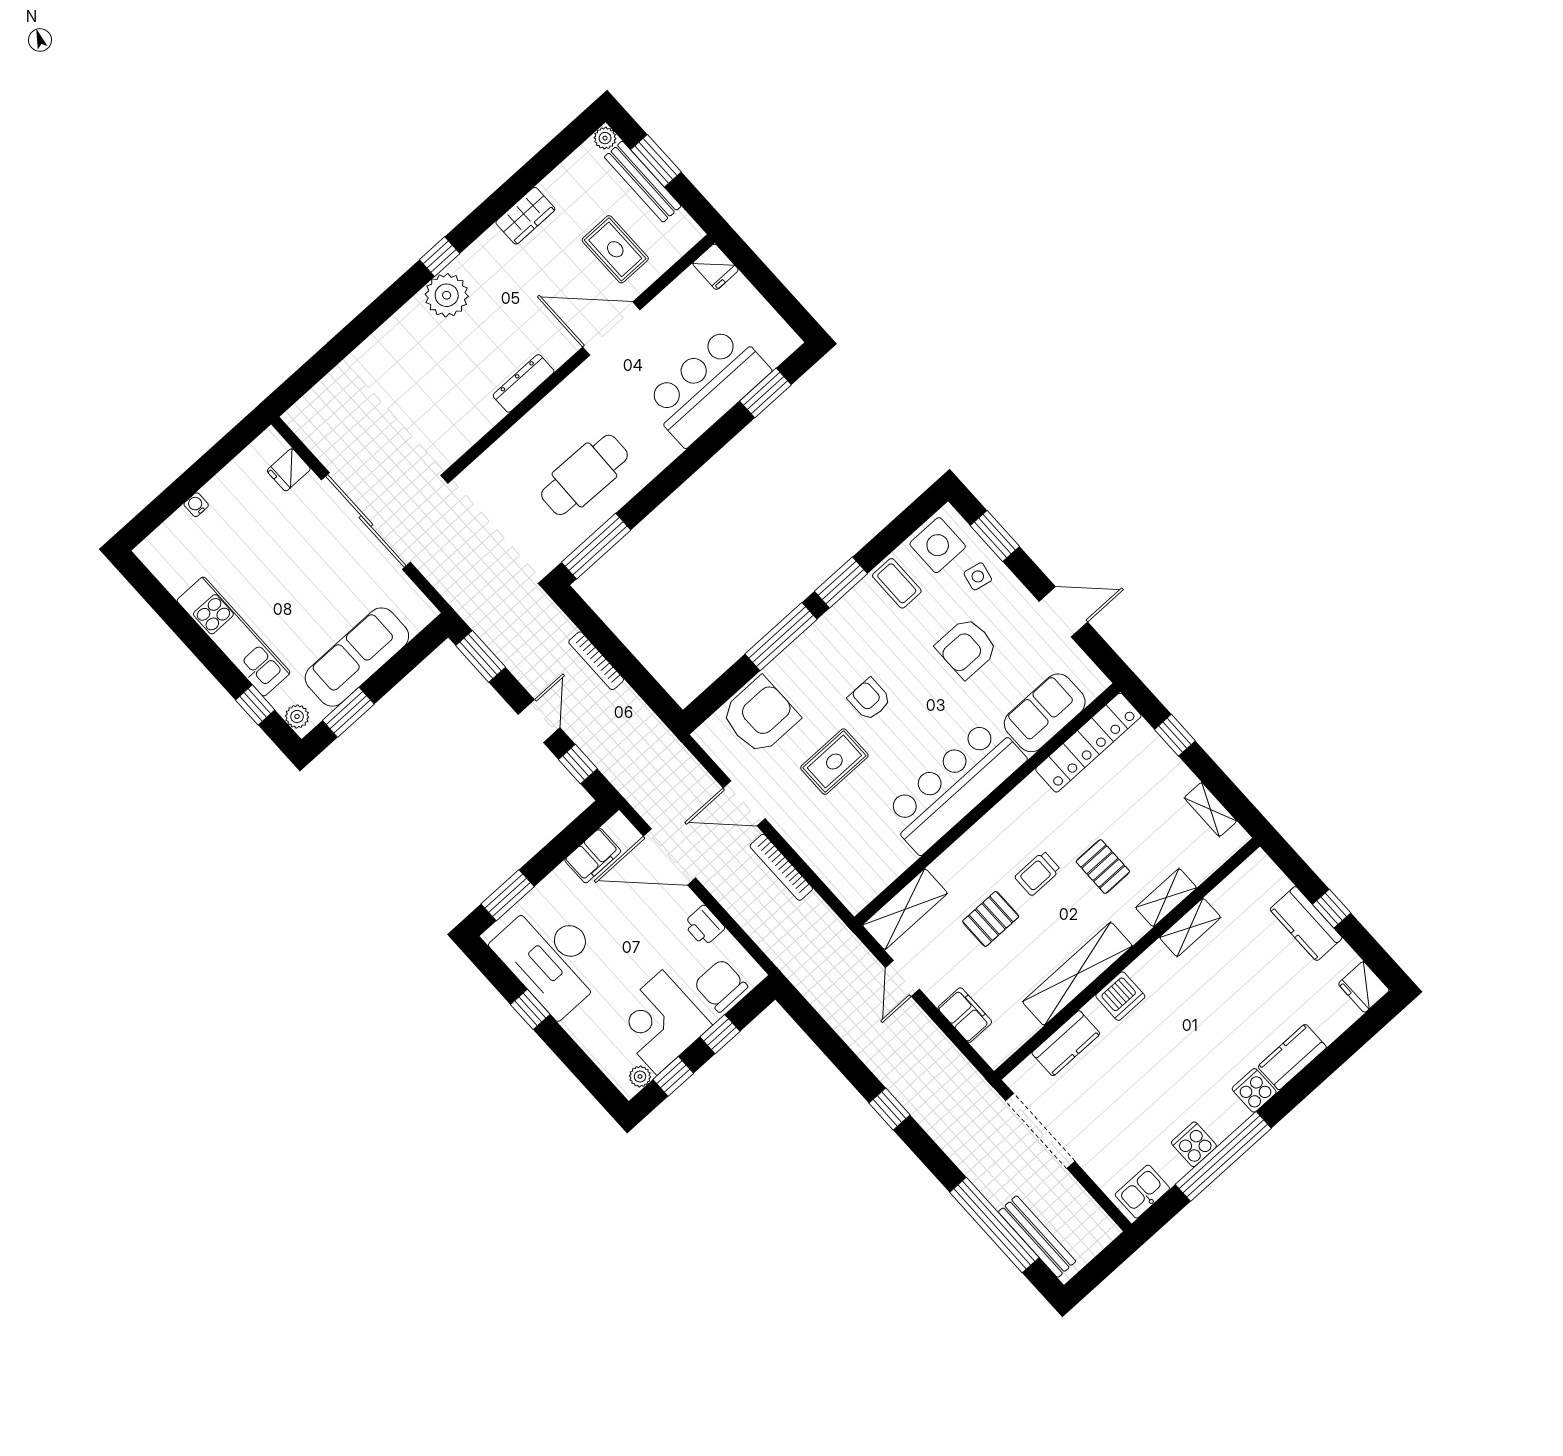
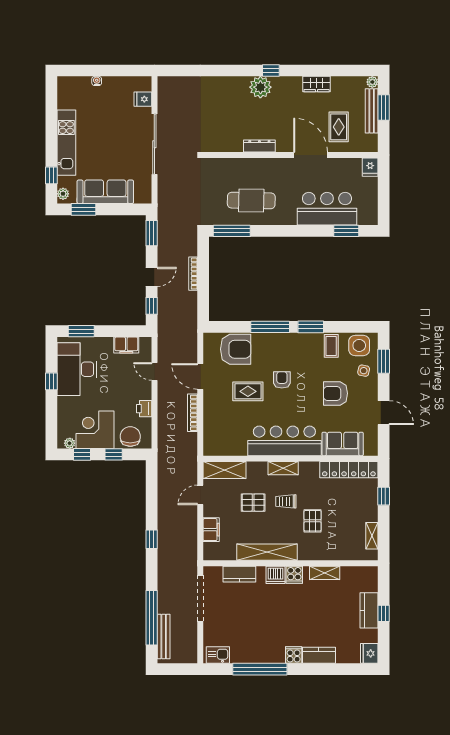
door: (670, 857) -> (154, 371), width x0.53
shelving: (1166, 898) -> (283, 468), moved
cooker: (1194, 1144) -> (294, 575), moved, turned 180

